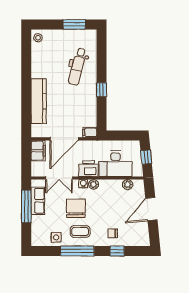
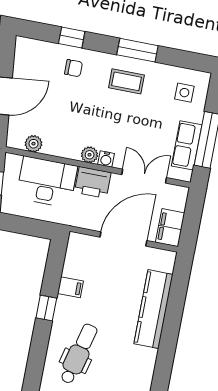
filing cabinet: (90, 132) -> (70, 287), moved
chair: (76, 208) -> (126, 121), removed
side table: (56, 237) -> (184, 93), moved
window: (77, 251) -> (137, 50), width x0.69

